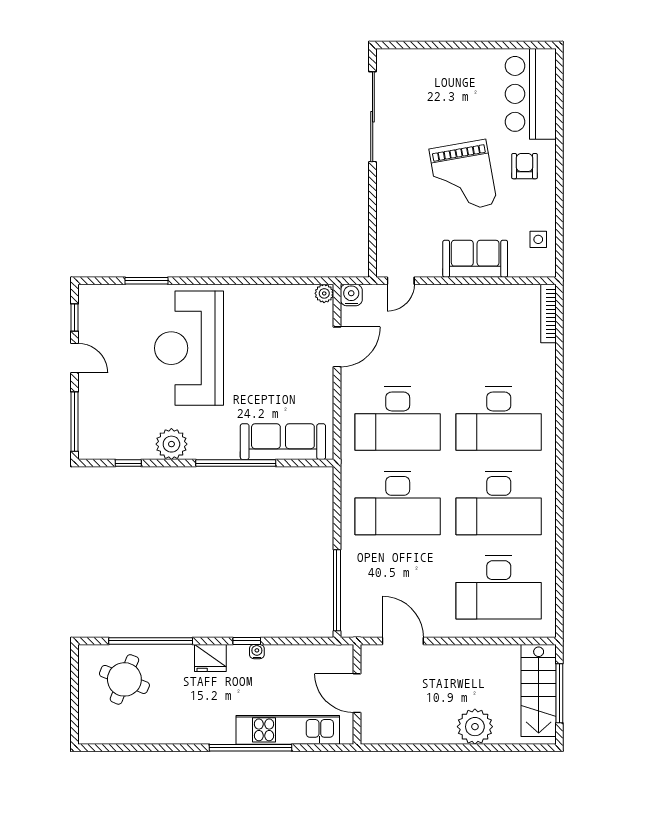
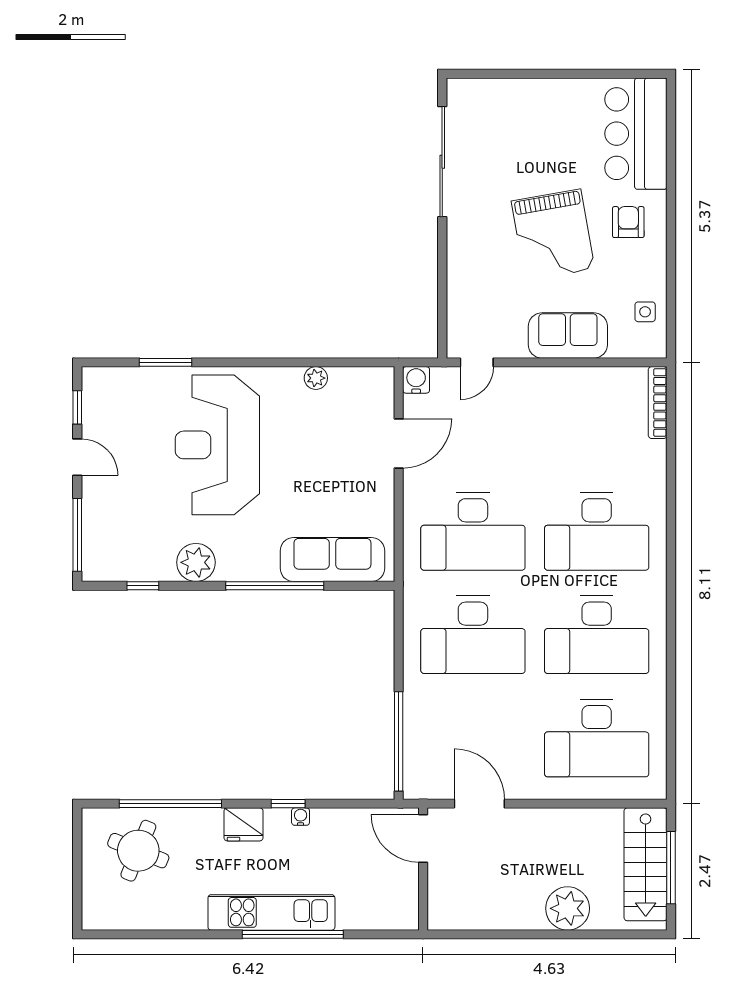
plant: (324, 293) -> (316, 378), moved
door: (357, 693) -> (423, 839), moved
kitchen unit: (288, 730) -> (271, 912), moved

